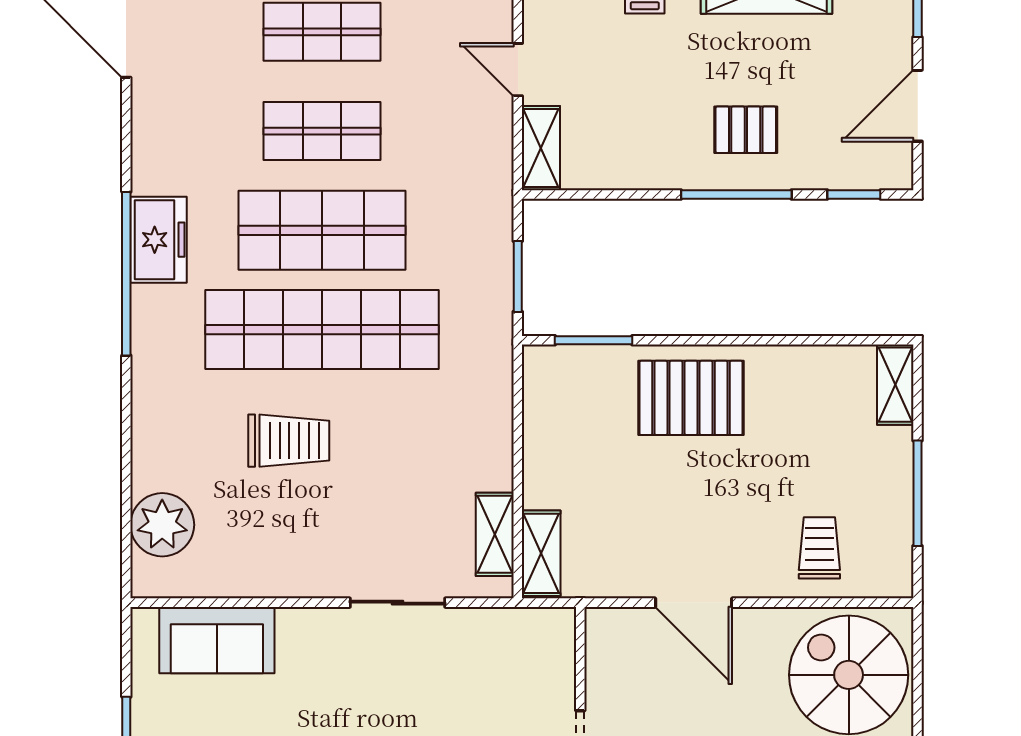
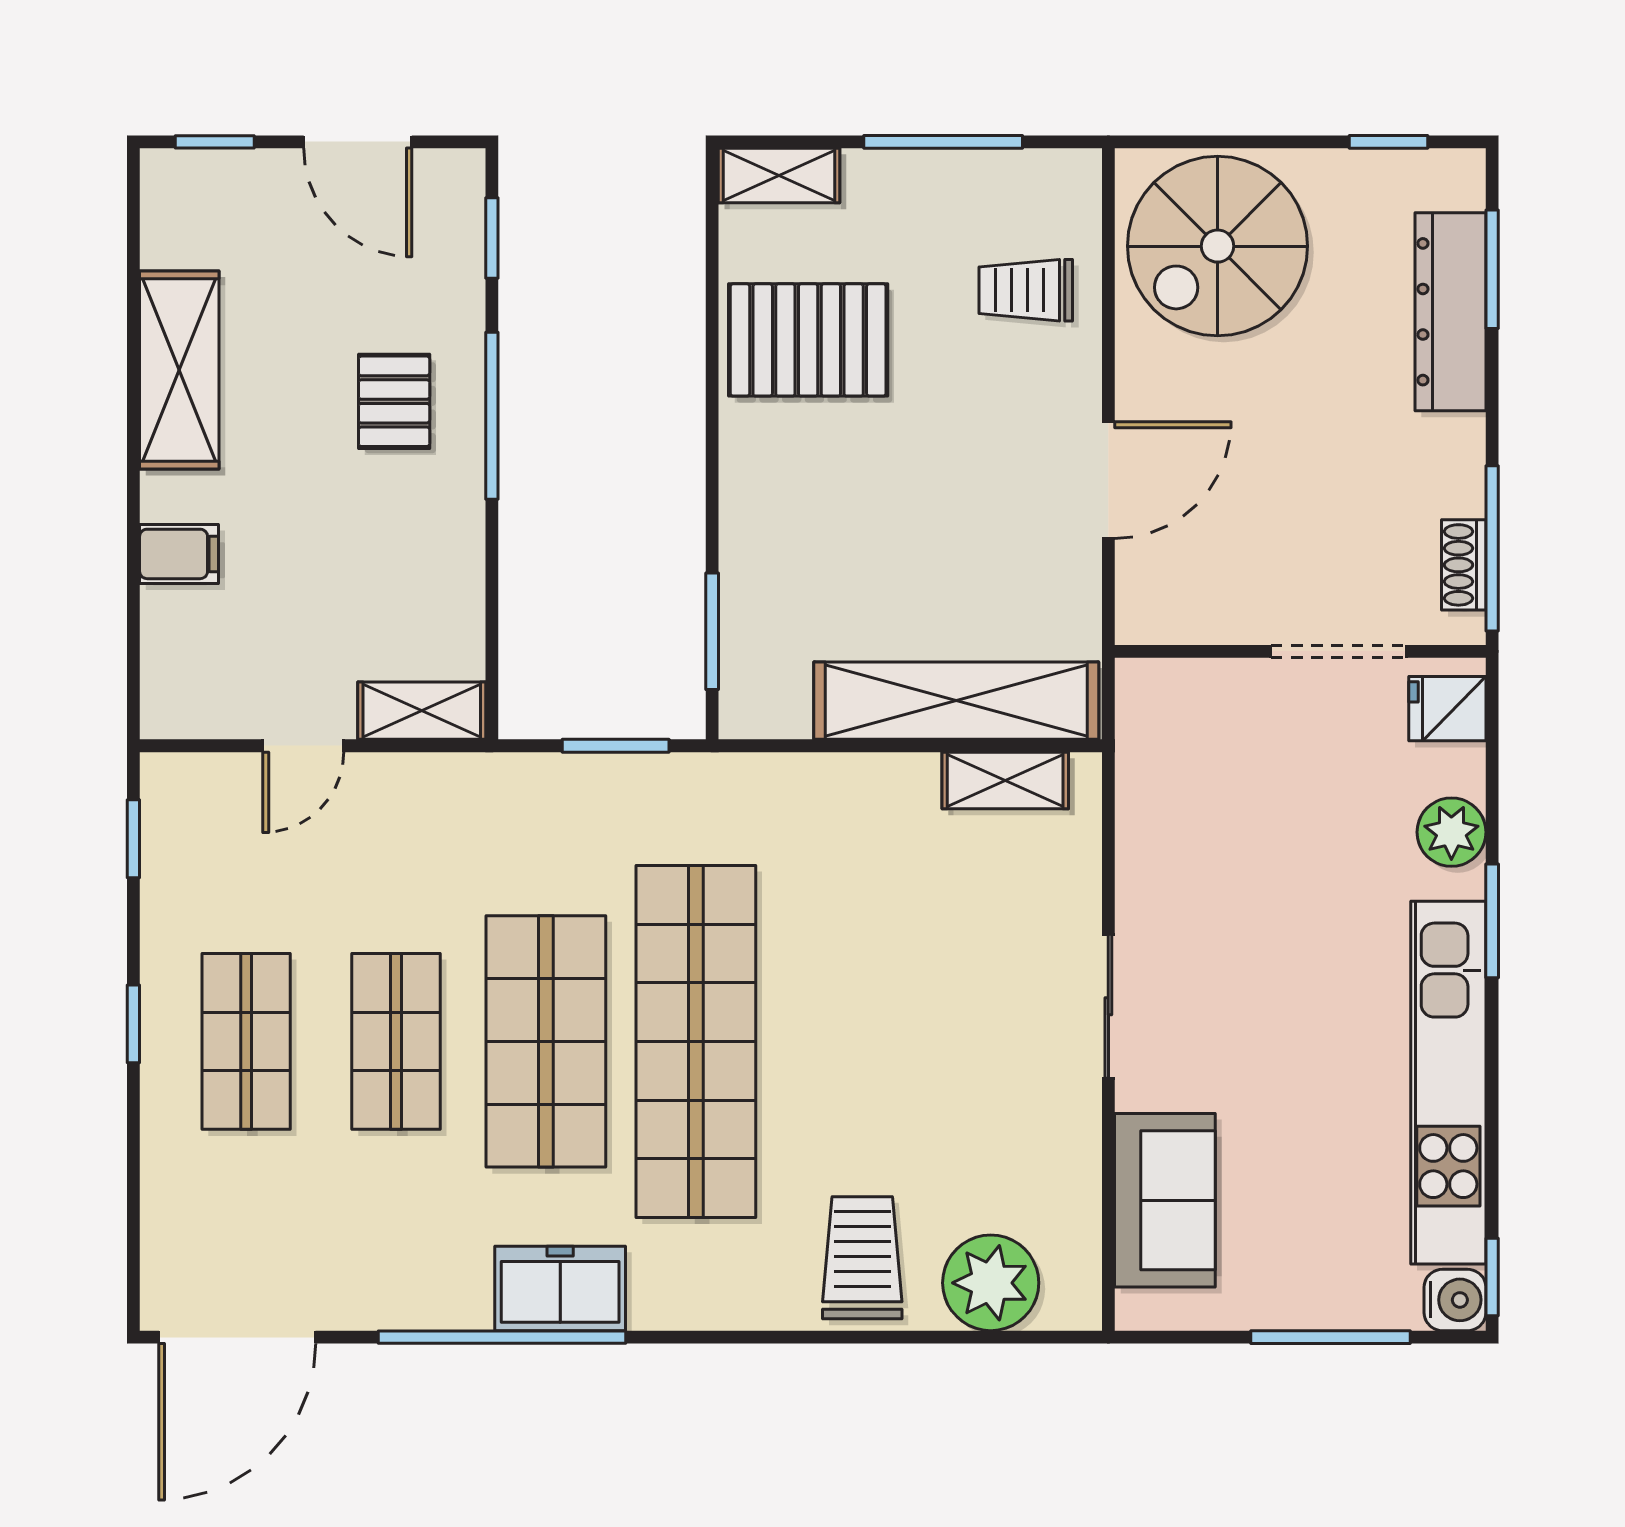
window: (126, 274) -> (502, 1337), moved
pallet: (691, 398) -> (808, 340), moved, turned 90
trolley: (289, 441) -> (862, 1258), moved
shelving: (541, 553) -> (956, 701), width x2.20, depth x1.33
sliding door: (397, 603) -> (1108, 1006), moved

